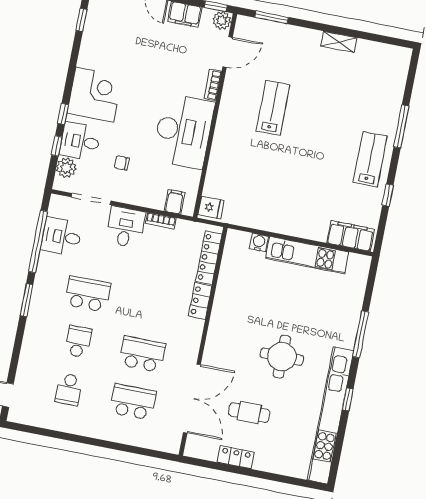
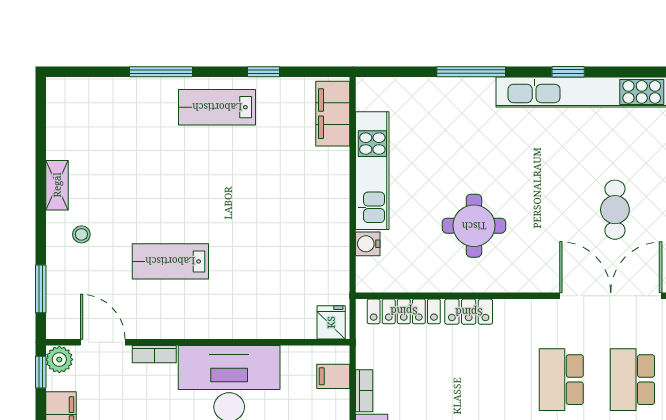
stool: (303, 52) -> (81, 234), added
round table: (282, 357) -> (474, 226), moved

